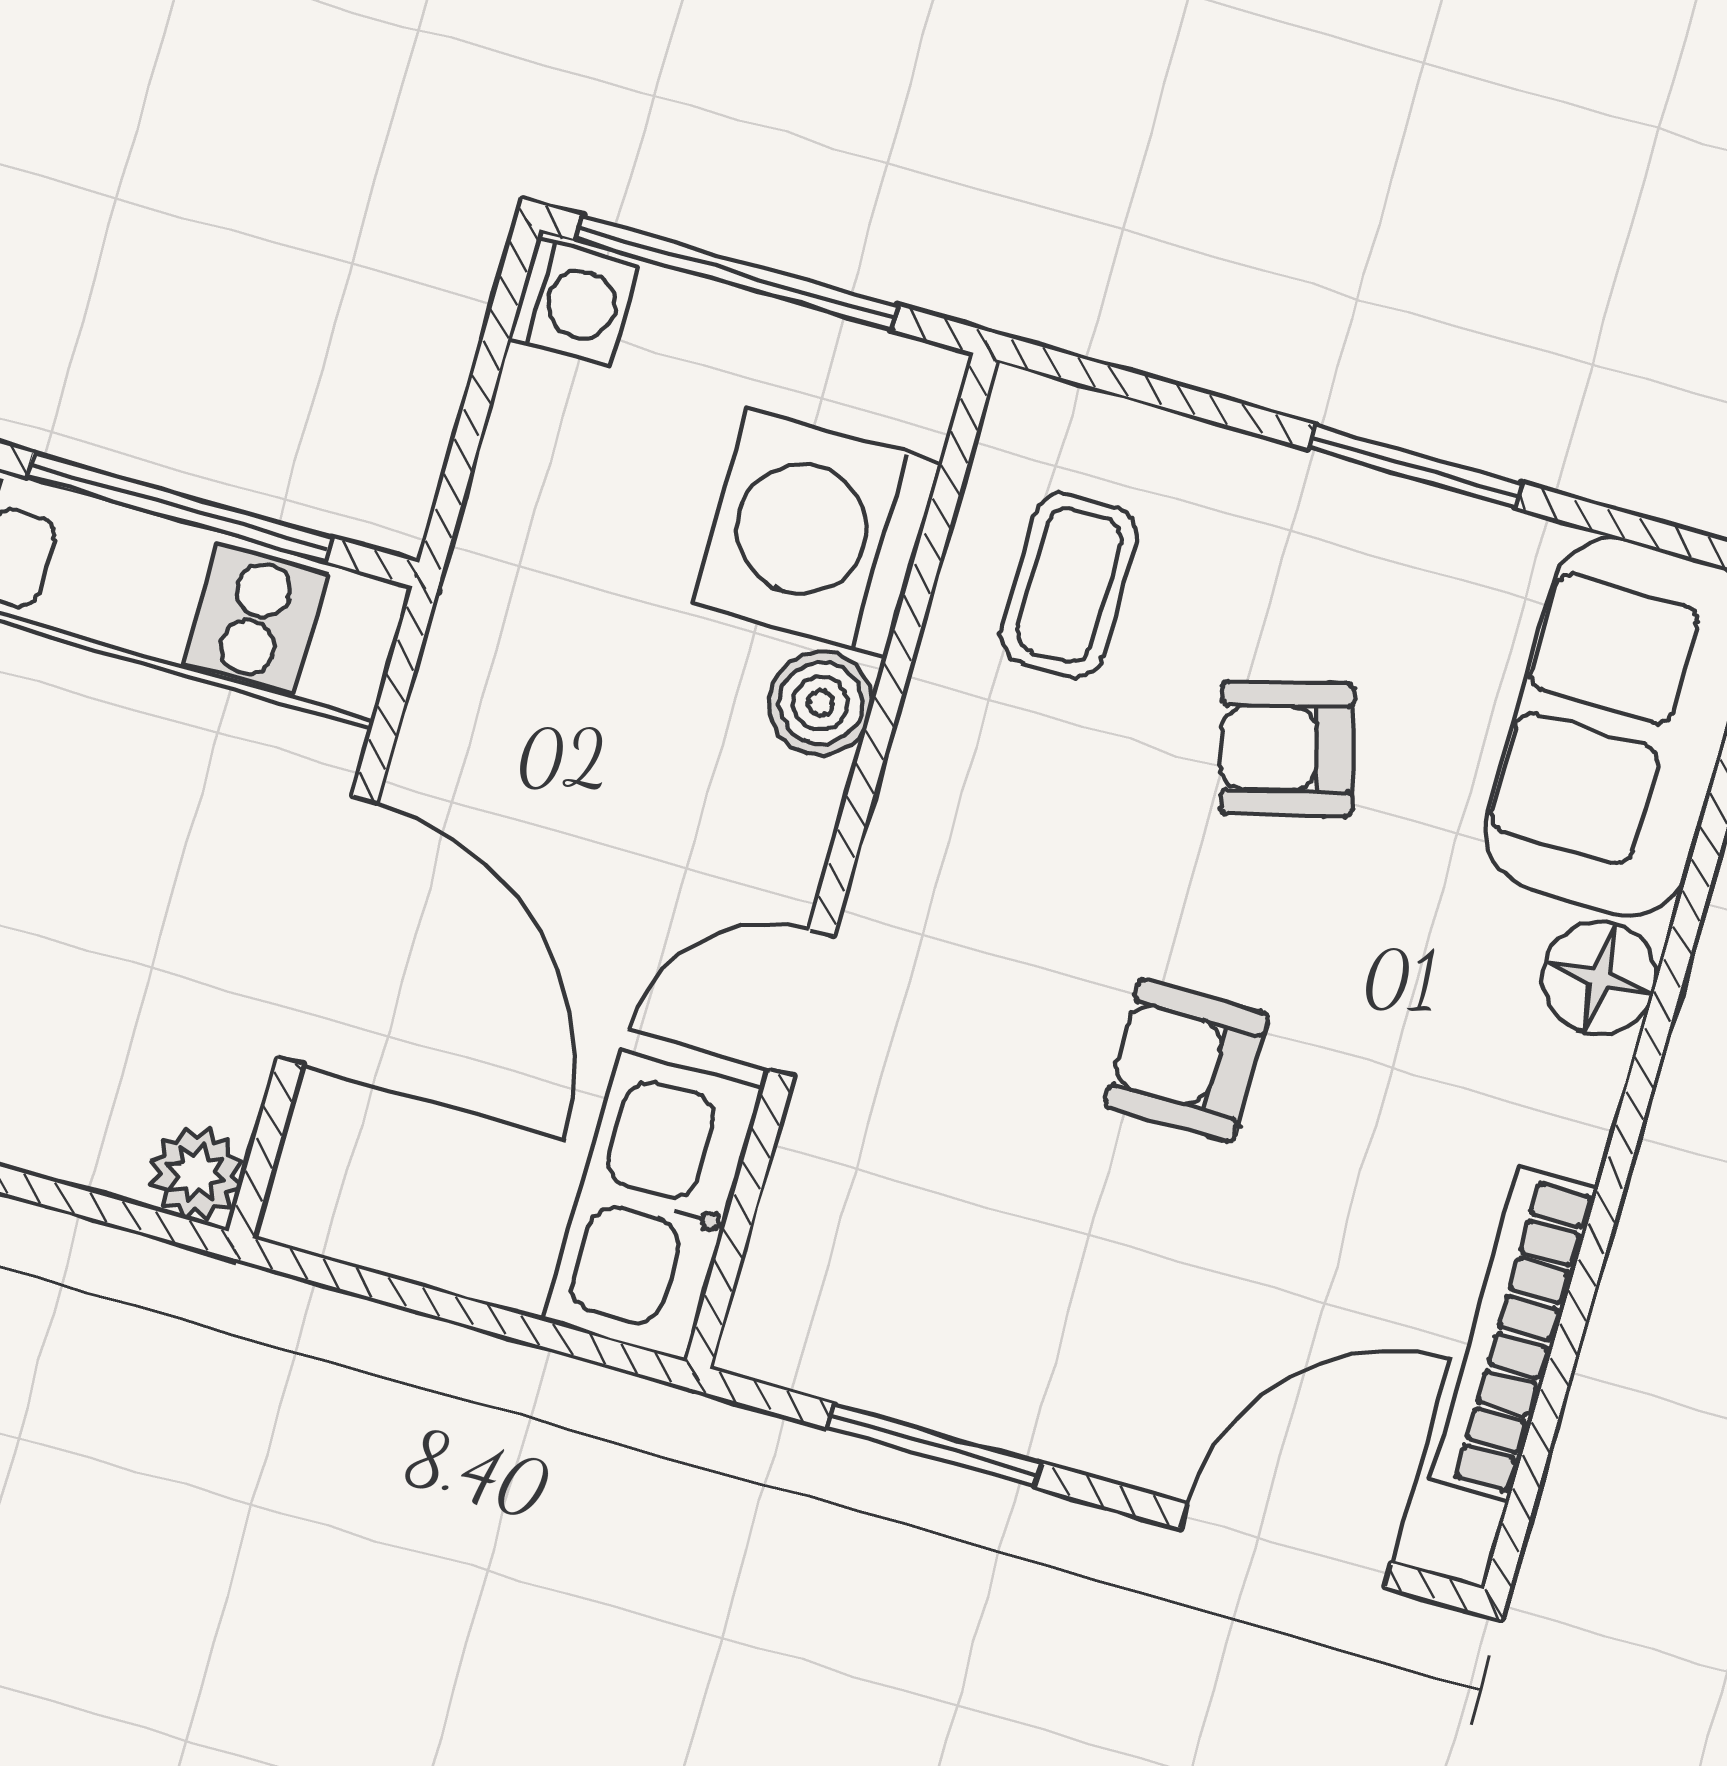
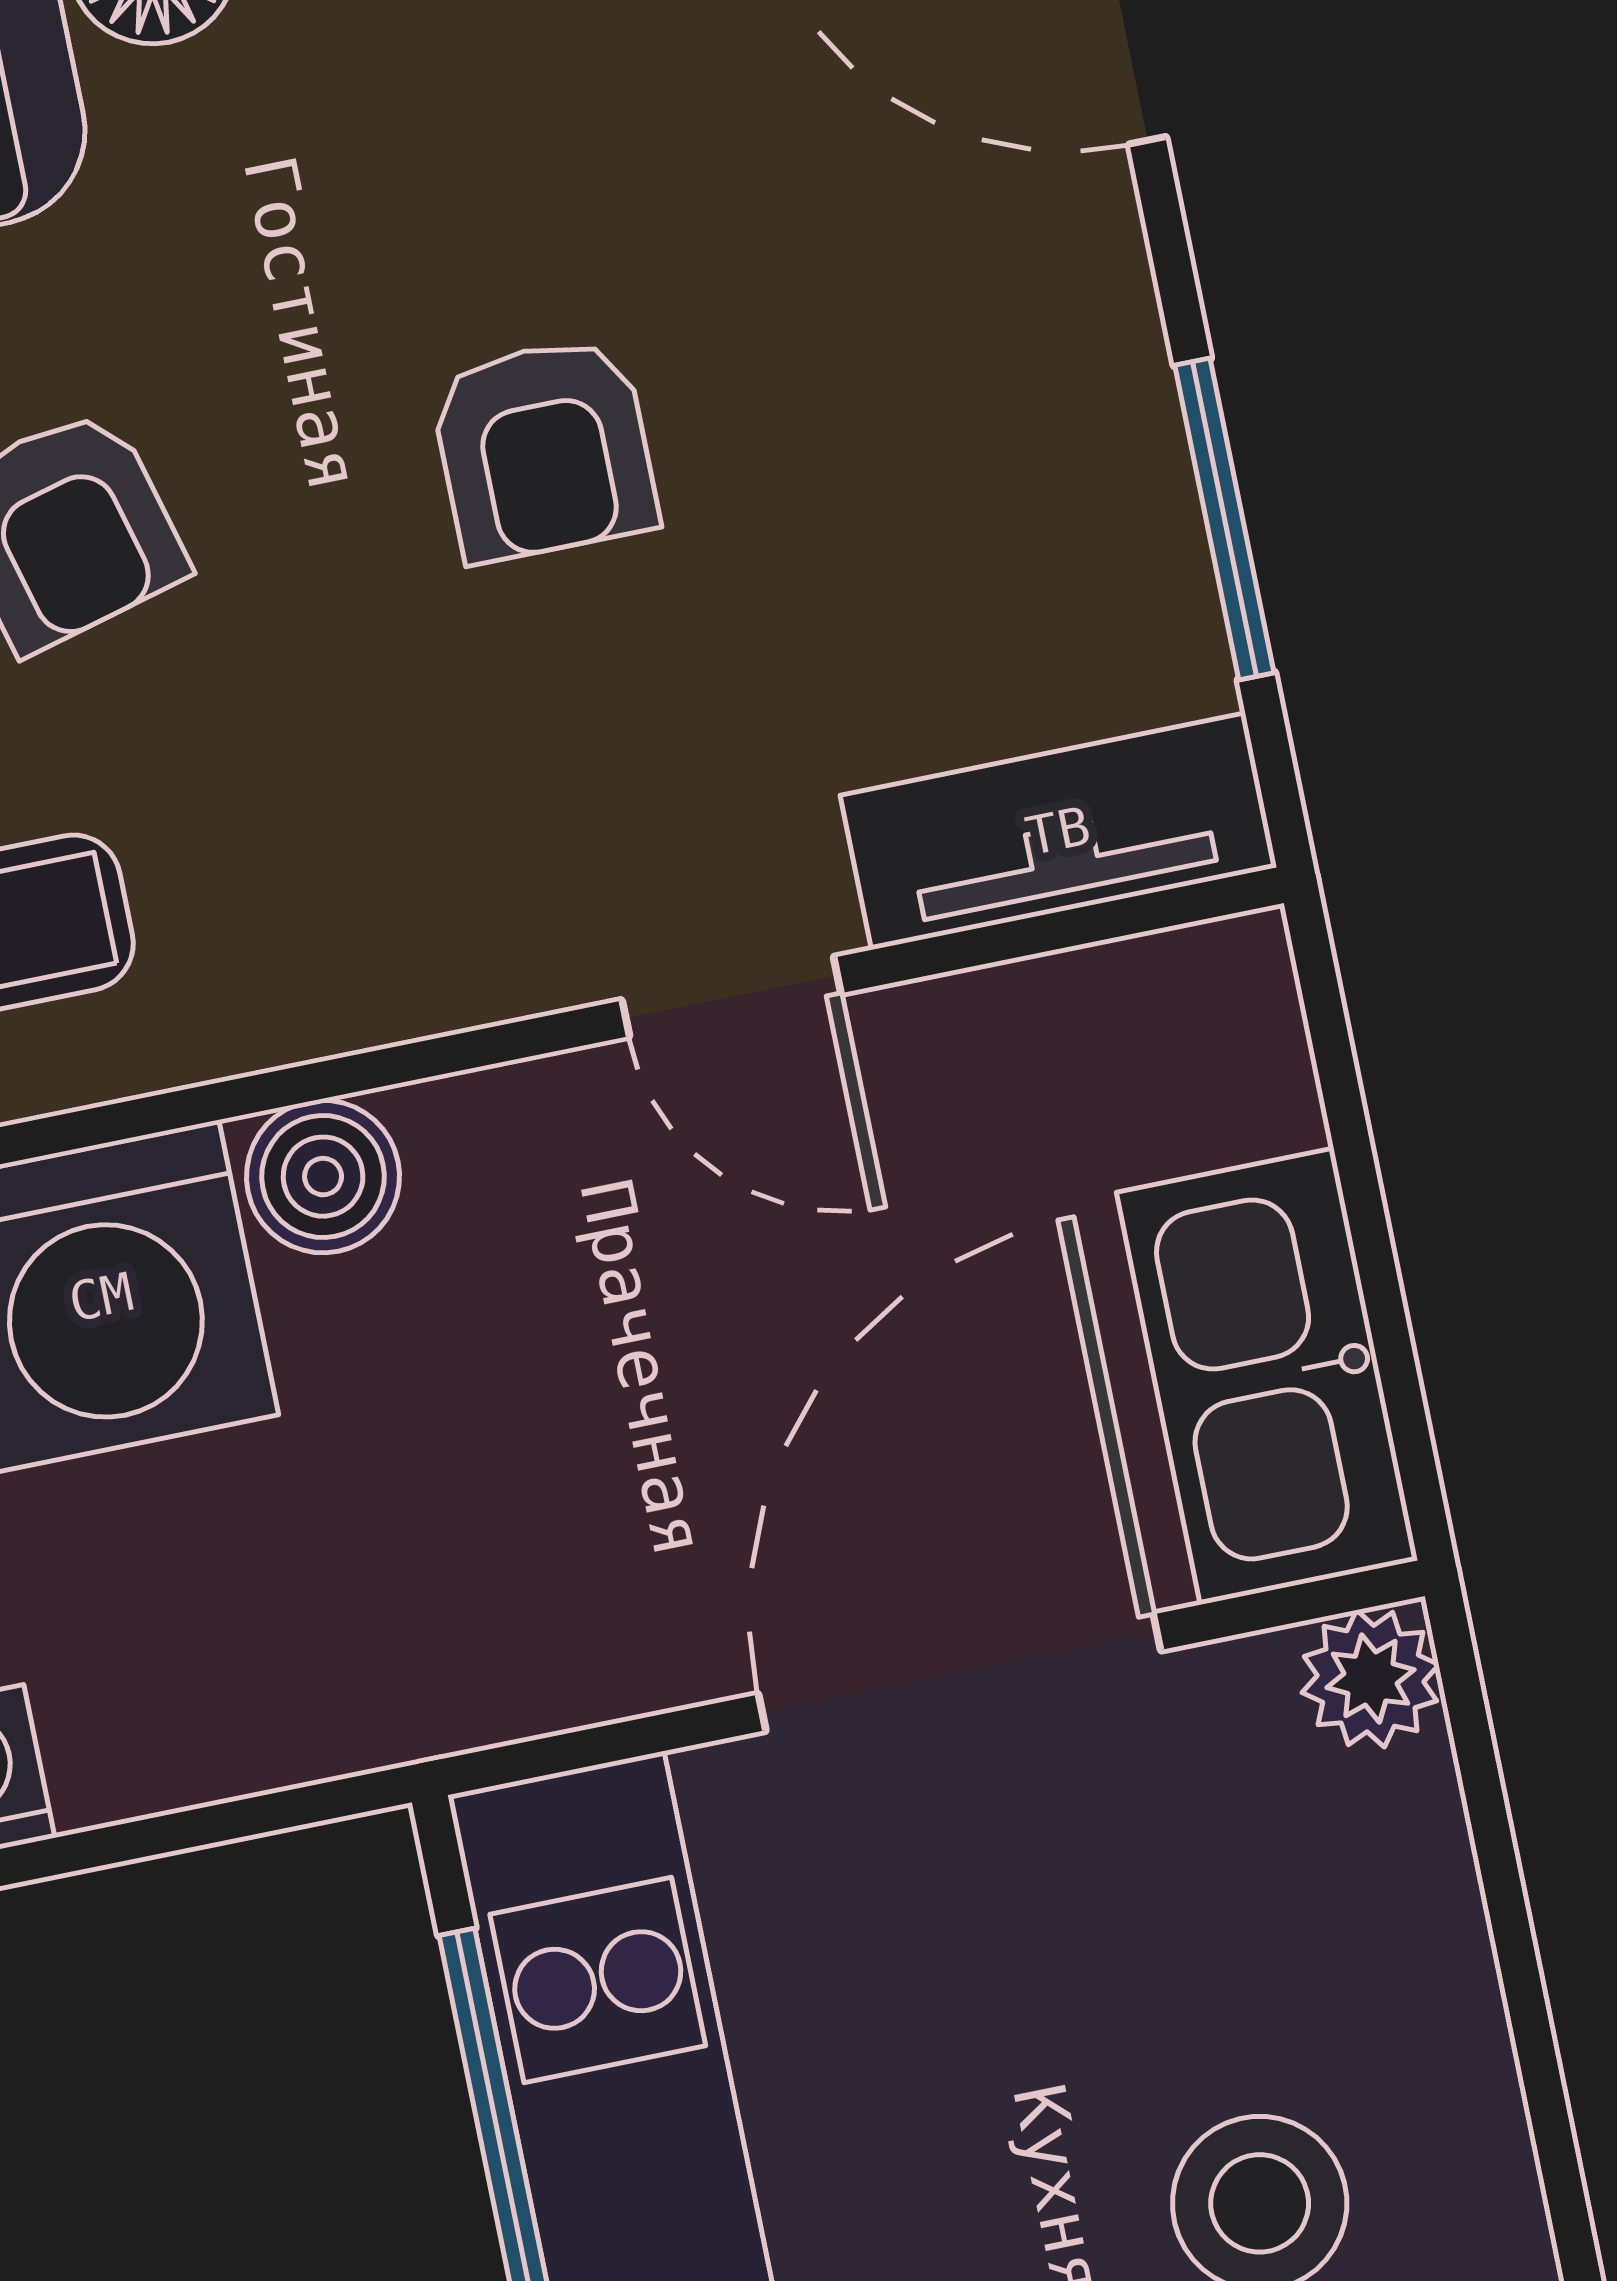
kitchen sink: (653, 1205) -> (1267, 1376), moved, turned 90
tv unit: (799, 1249) -> (1058, 831), added

